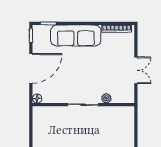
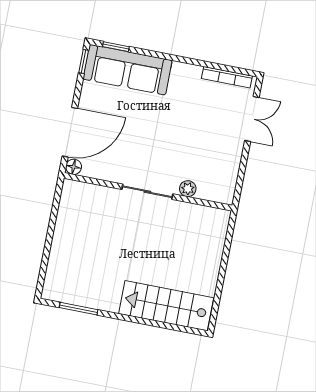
sofa: (76, 36) -> (127, 70), moved
door: (31, 68) -> (70, 132), moved
double door: (136, 70) -> (252, 119), moved

